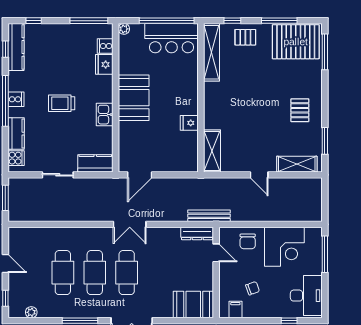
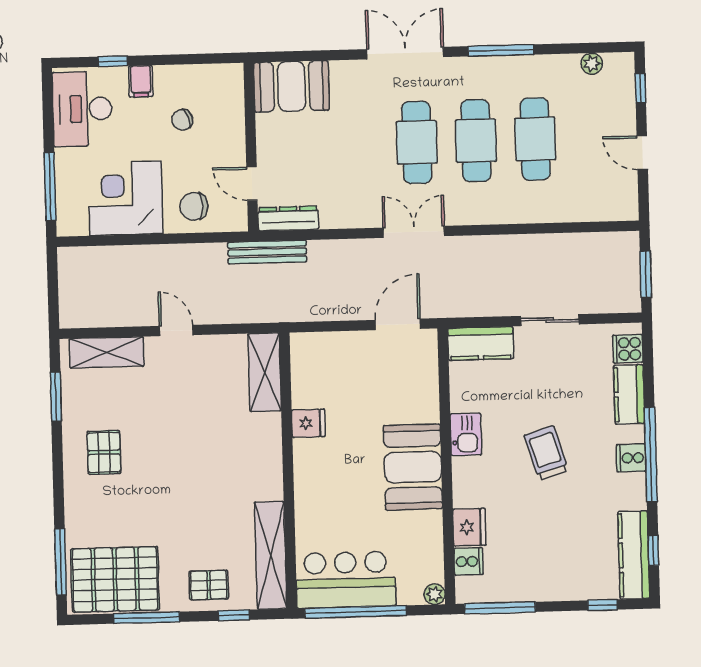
trolley: (62, 103) -> (546, 453), turned -107
chair: (248, 241) -> (194, 206), turned -90
filing cabinet: (235, 310) -> (141, 81), moved

